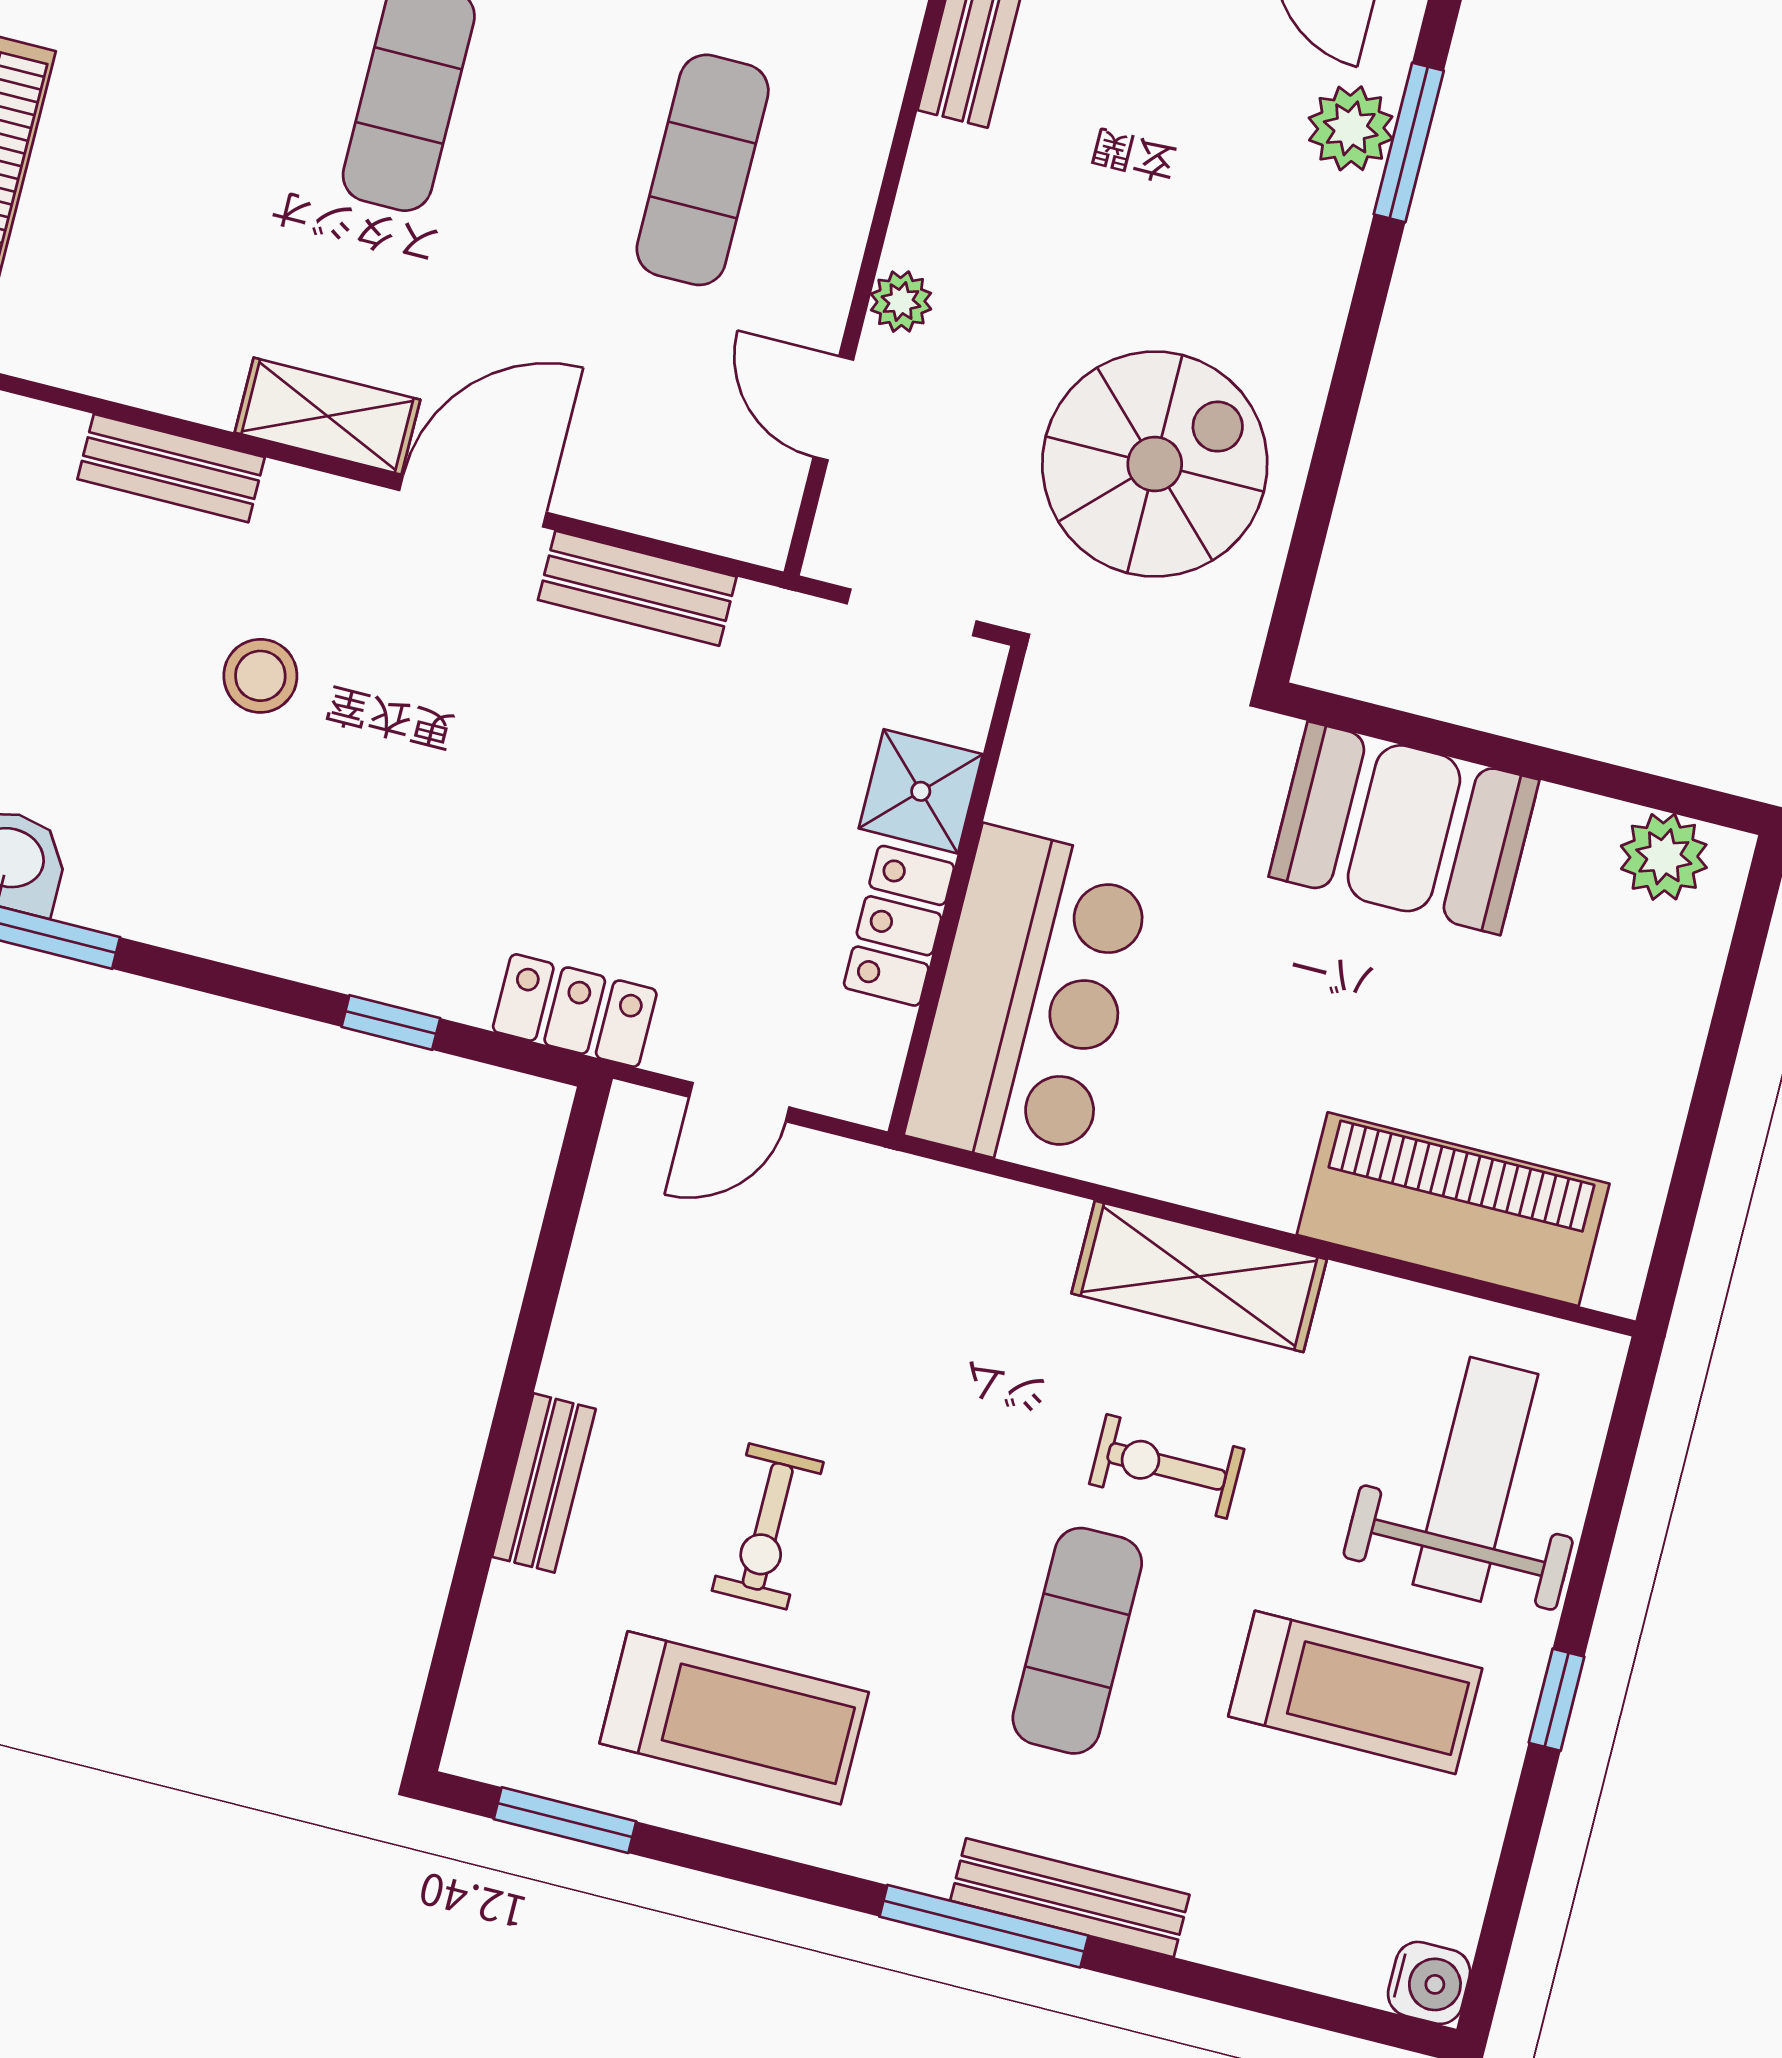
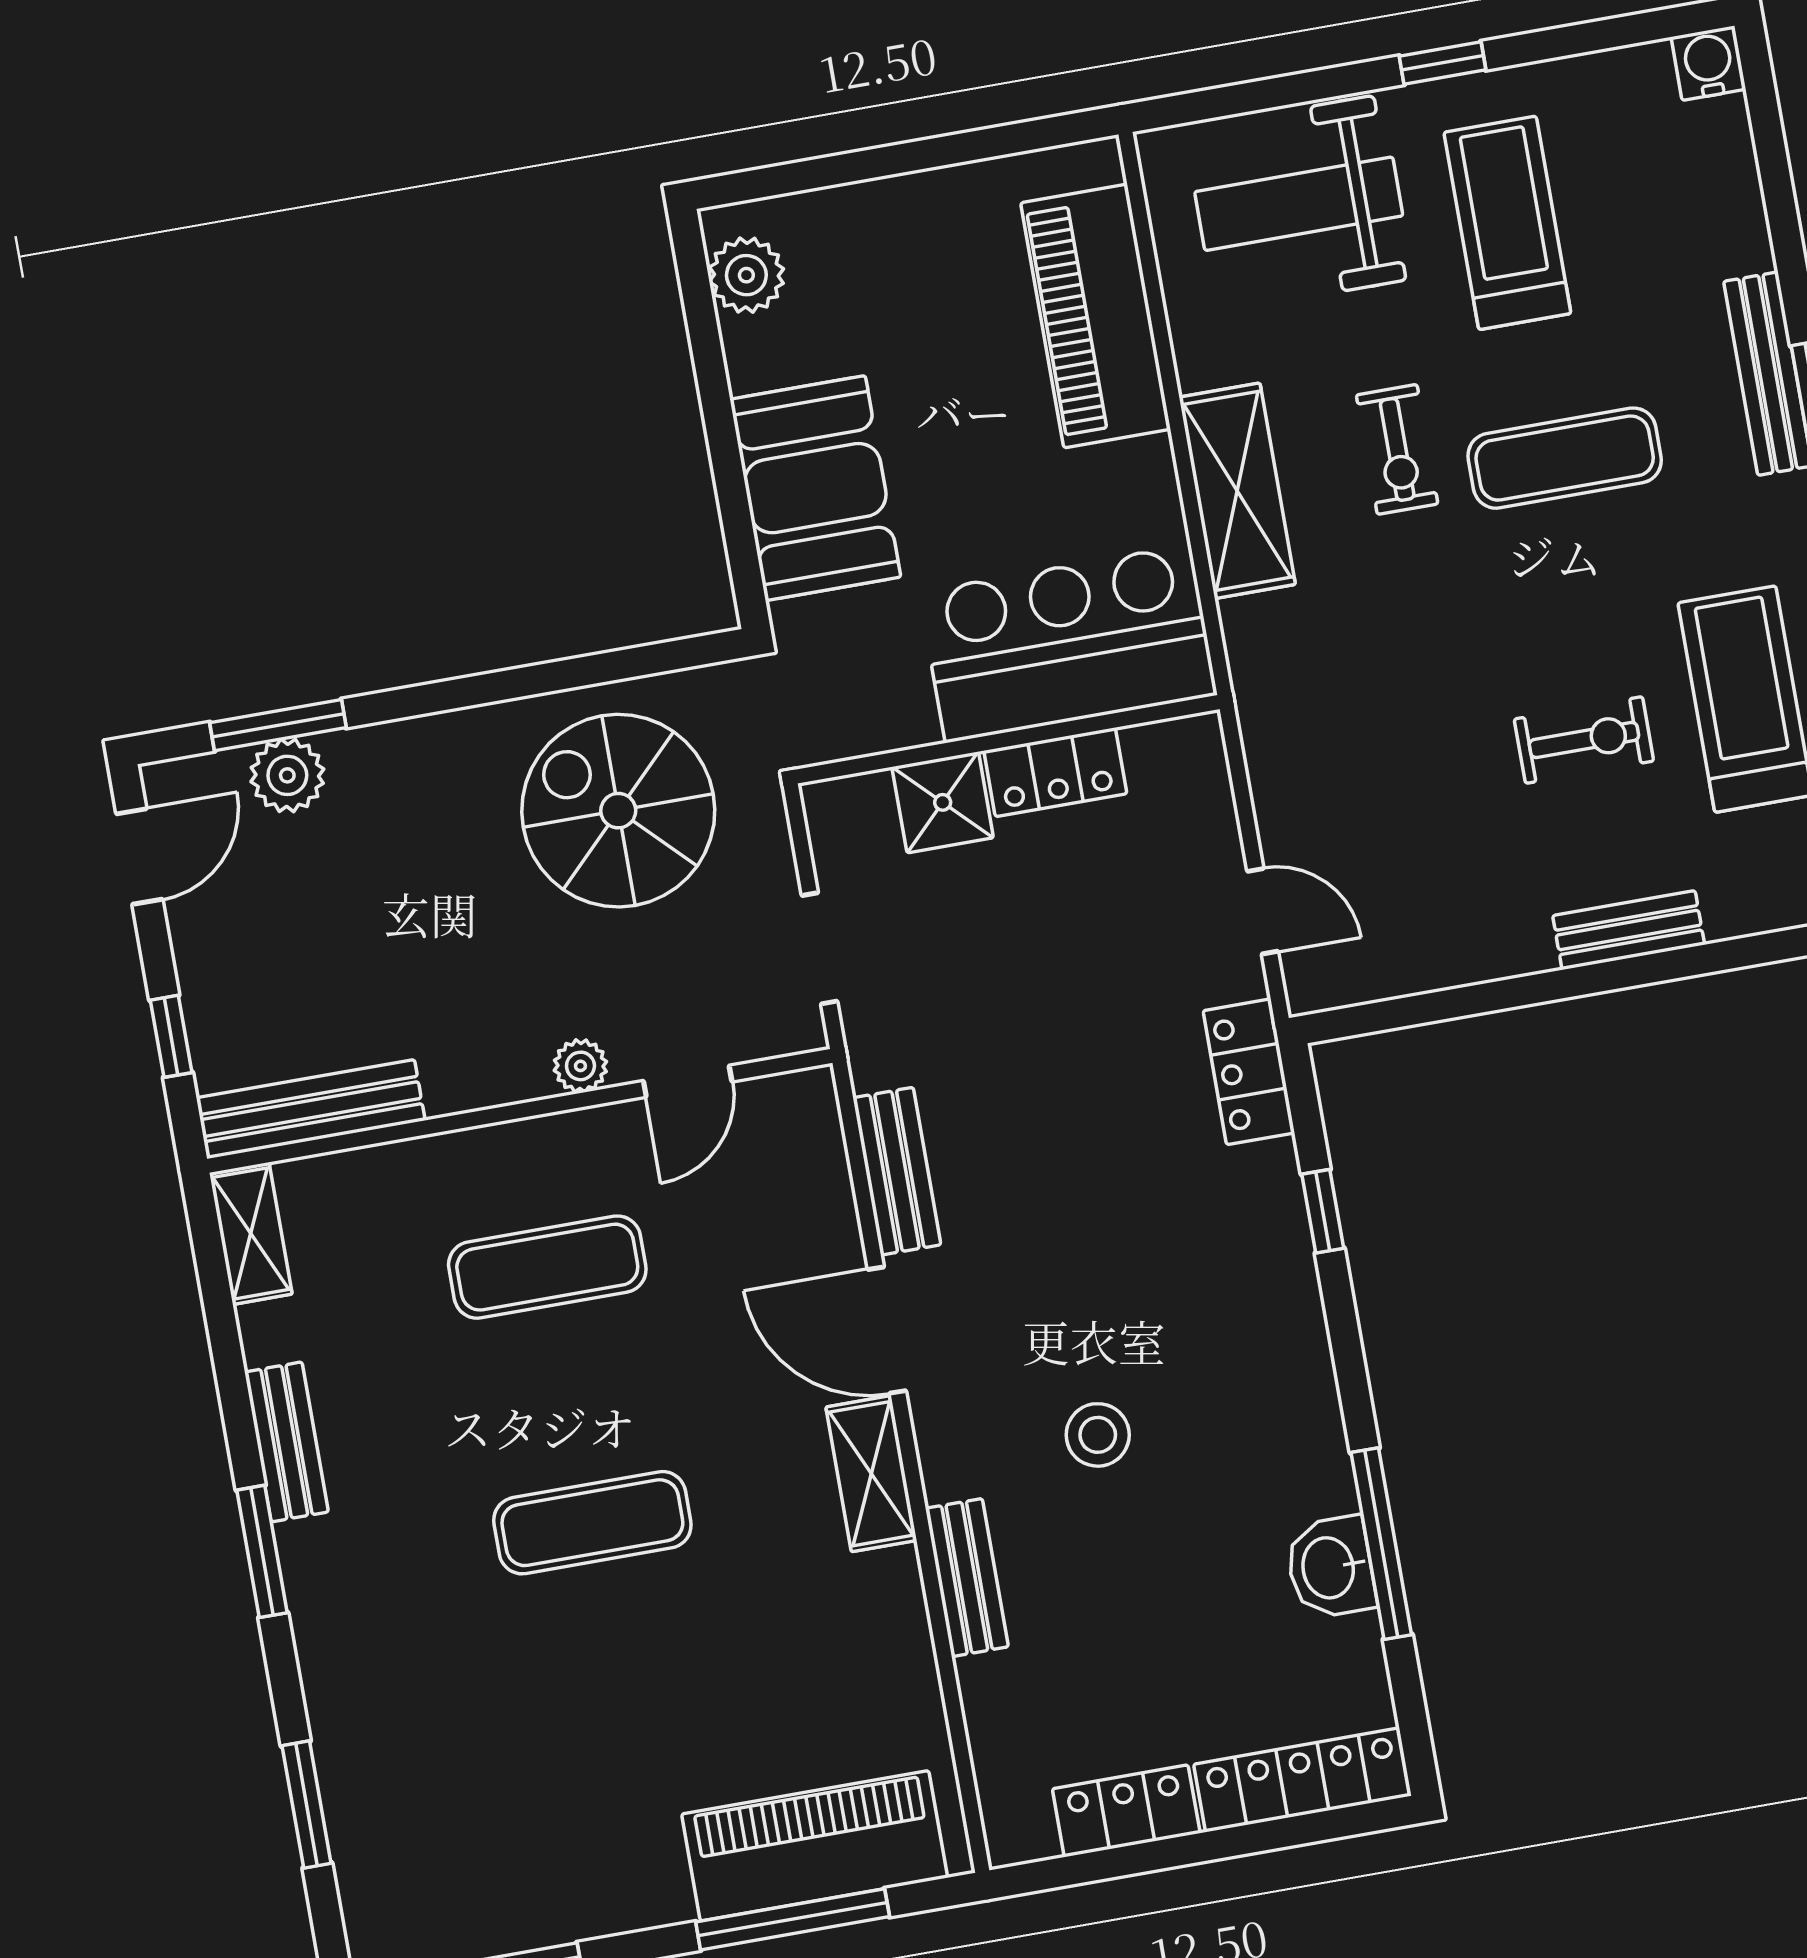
shower: (921, 791) -> (943, 802), moved
wall: (957, 891) -> (1007, 739), moved
locker: (899, 926) -> (1055, 772), moved
bar counter: (1030, 1001) -> (1068, 644), moved

